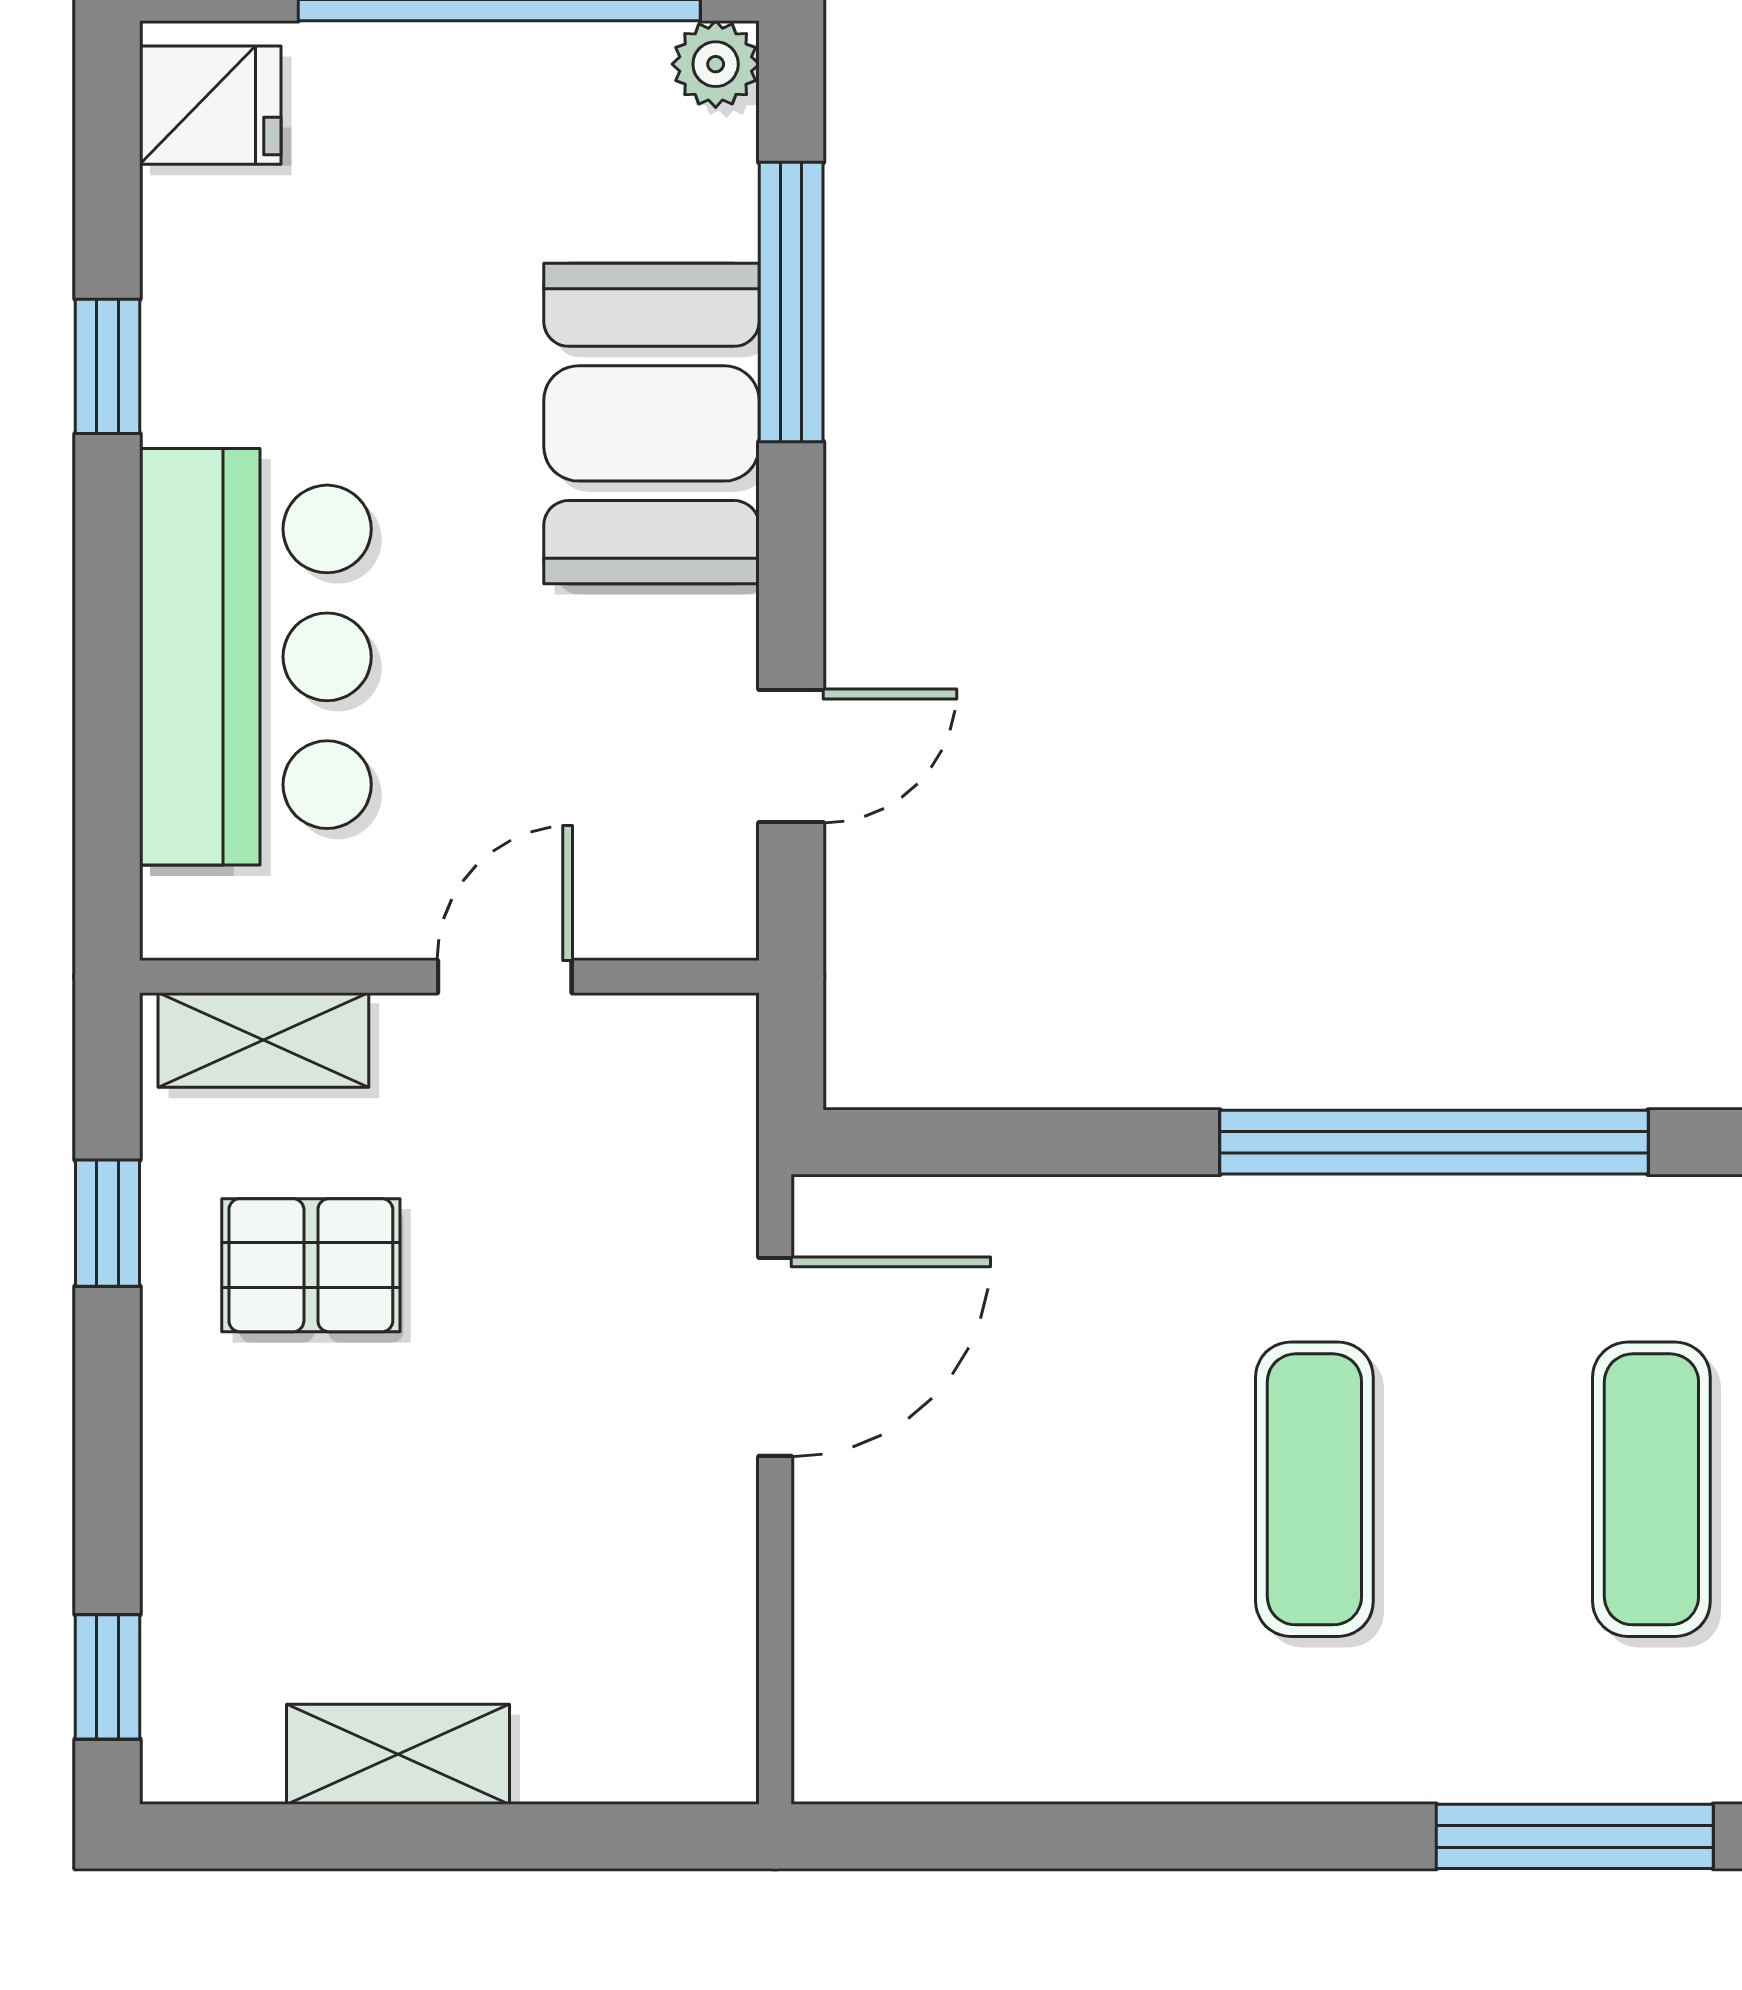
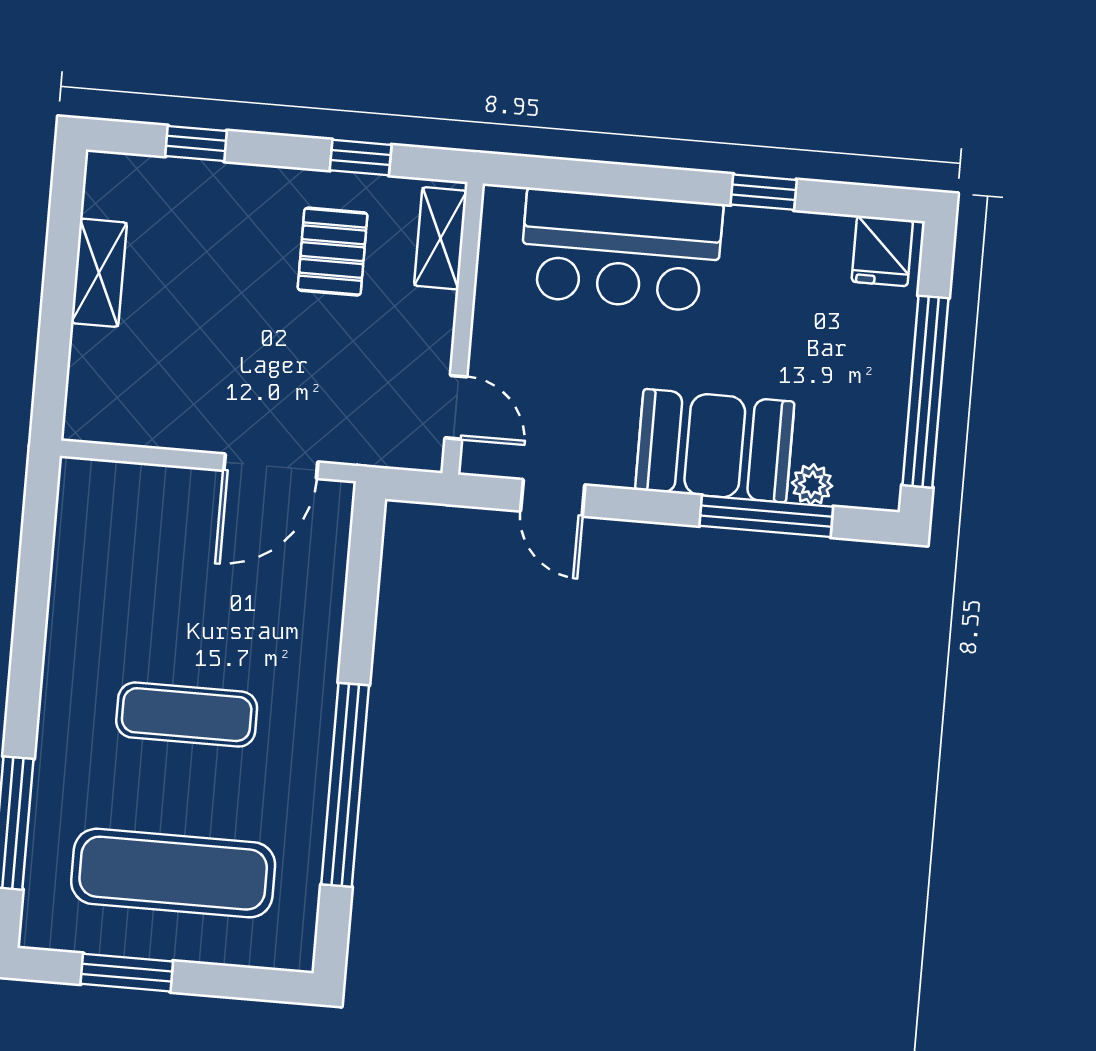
plant: (716, 64) -> (812, 484), moved
door: (505, 977) -> (456, 407), moved
door: (775, 1357) -> (271, 466), hinge flipped
exercise mat: (1651, 1489) -> (173, 873), width x1.36, depth x1.45
window: (107, 1677) -> (196, 143), moved

